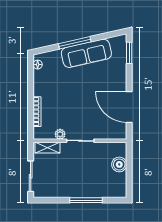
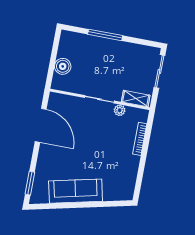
window: (75, 43) -> (86, 205), removed
floor lamp: (38, 65) -> (130, 189), removed

